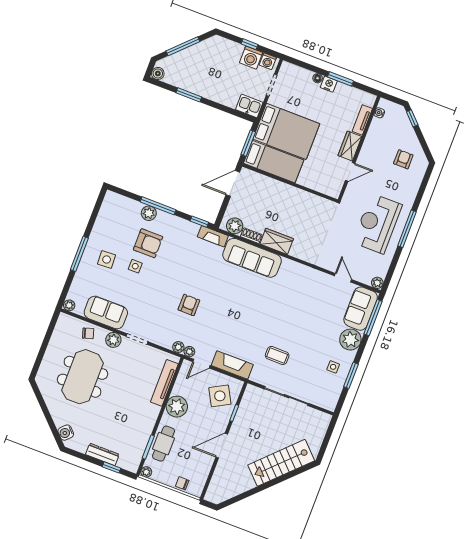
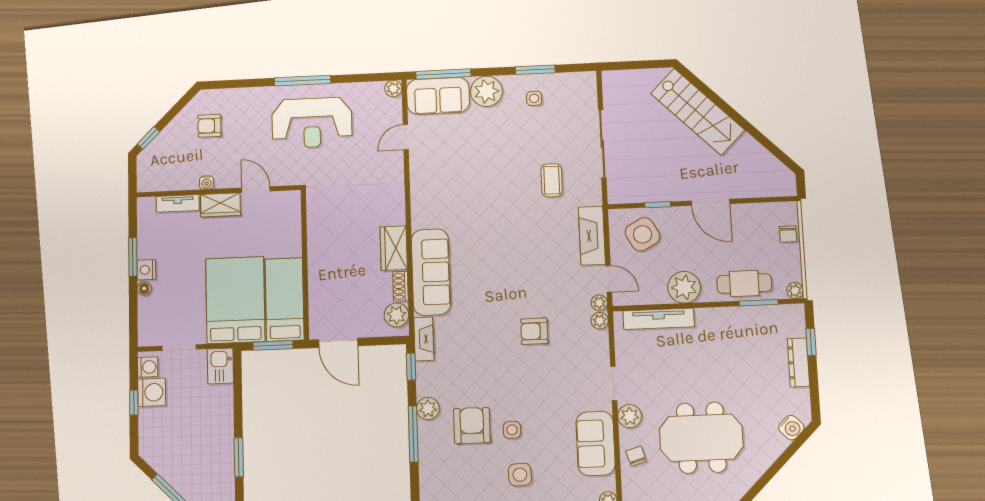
water cooler: (379, 113) -> (206, 183), moved
plant: (149, 213) -> (428, 409), moved

